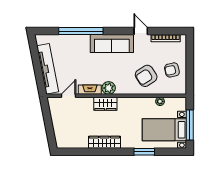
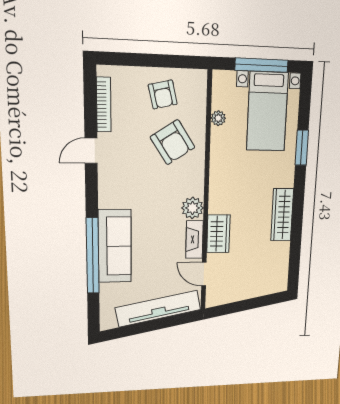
sofa: (112, 44) -> (115, 246), moved
wardrobe: (105, 104) -> (218, 234), moved

